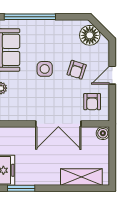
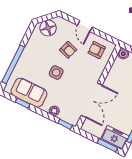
armchair: (92, 102) -> (97, 50), turned 180
double door: (58, 124) -> (92, 100), moved

